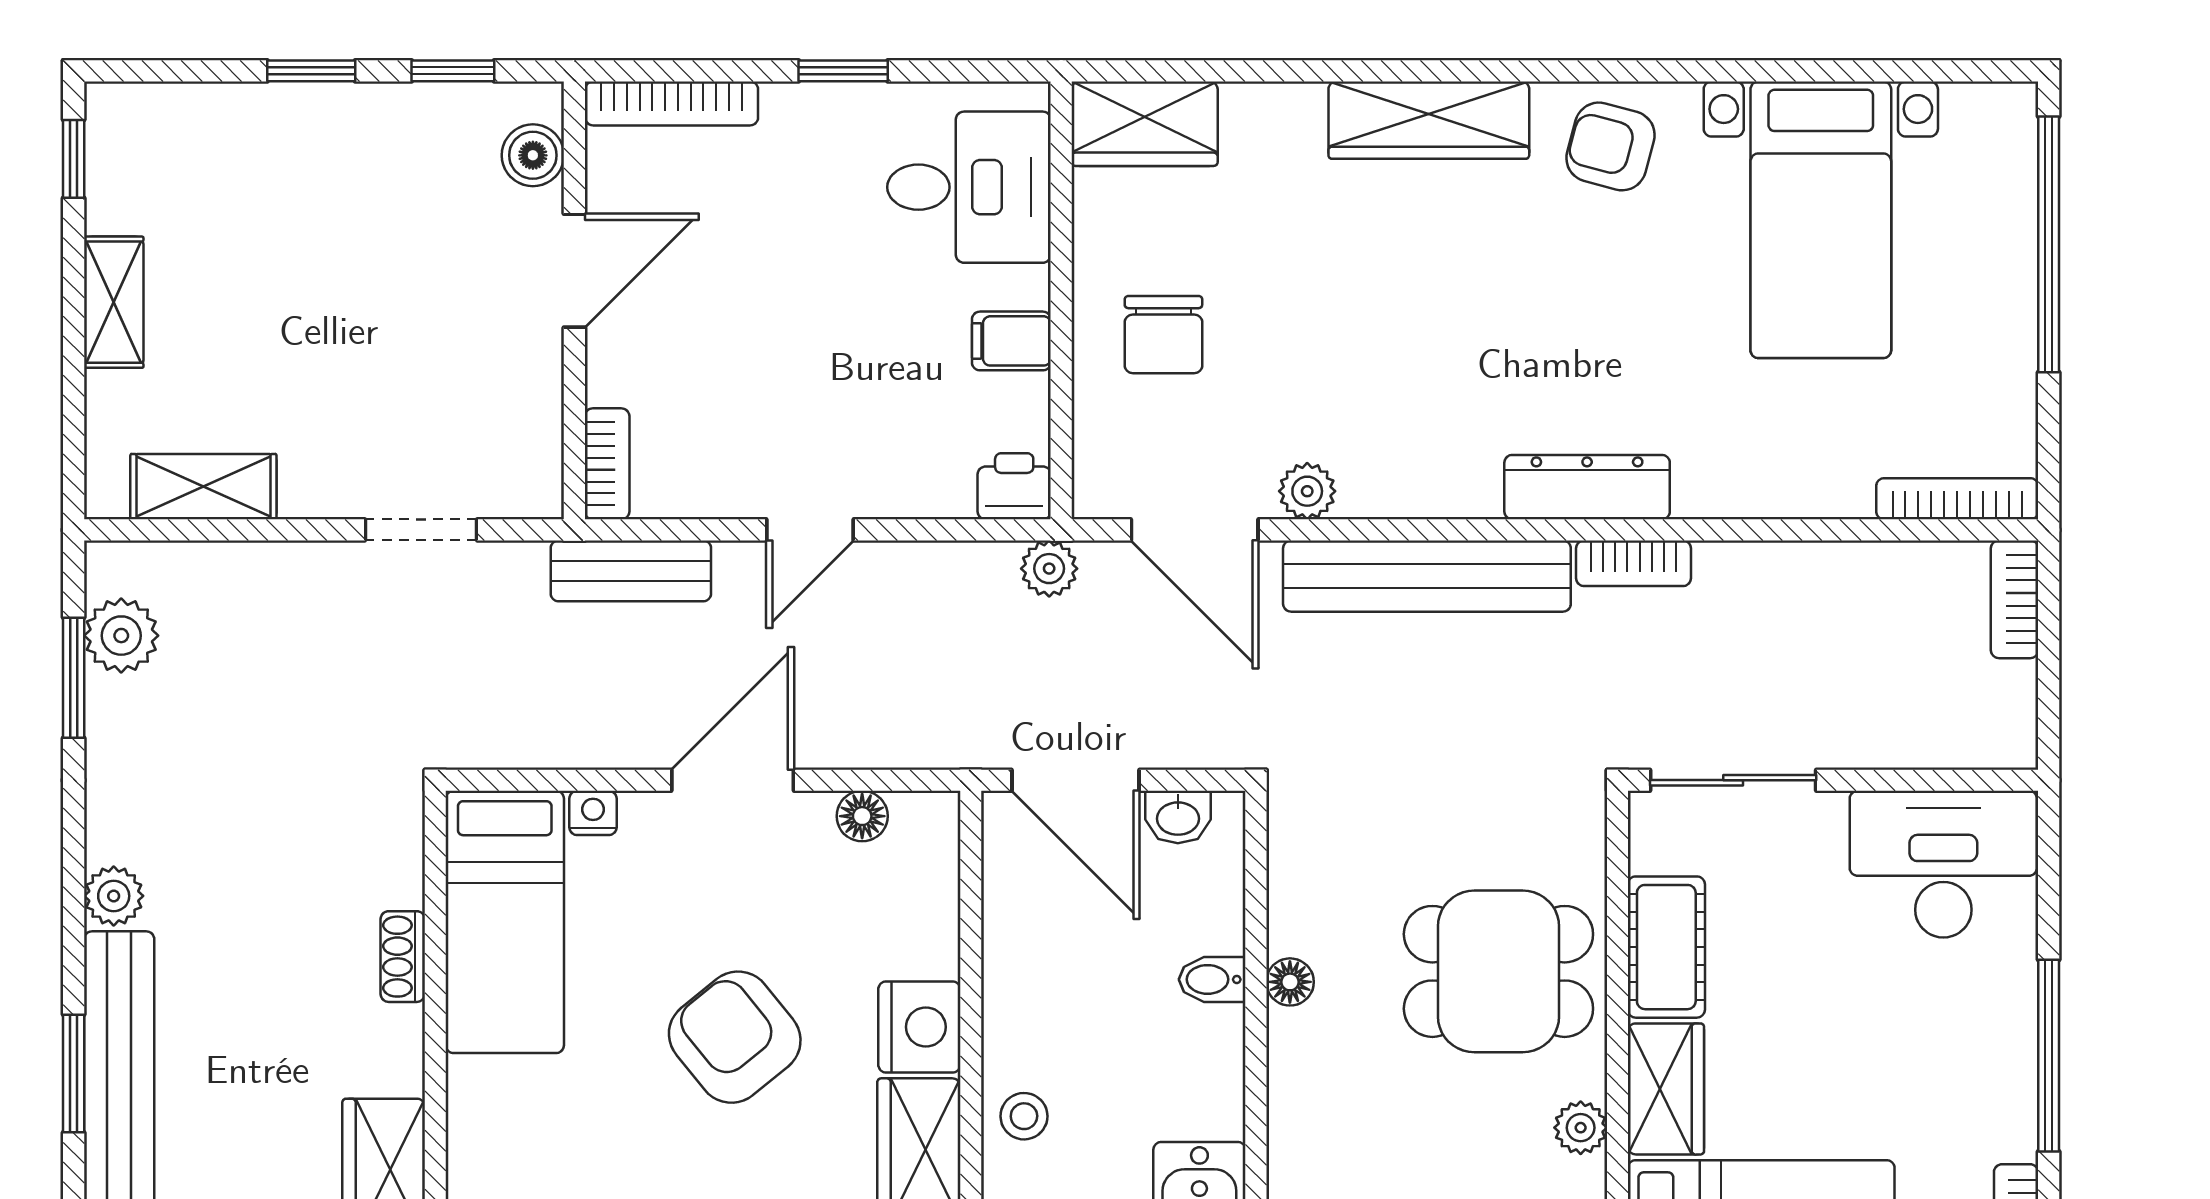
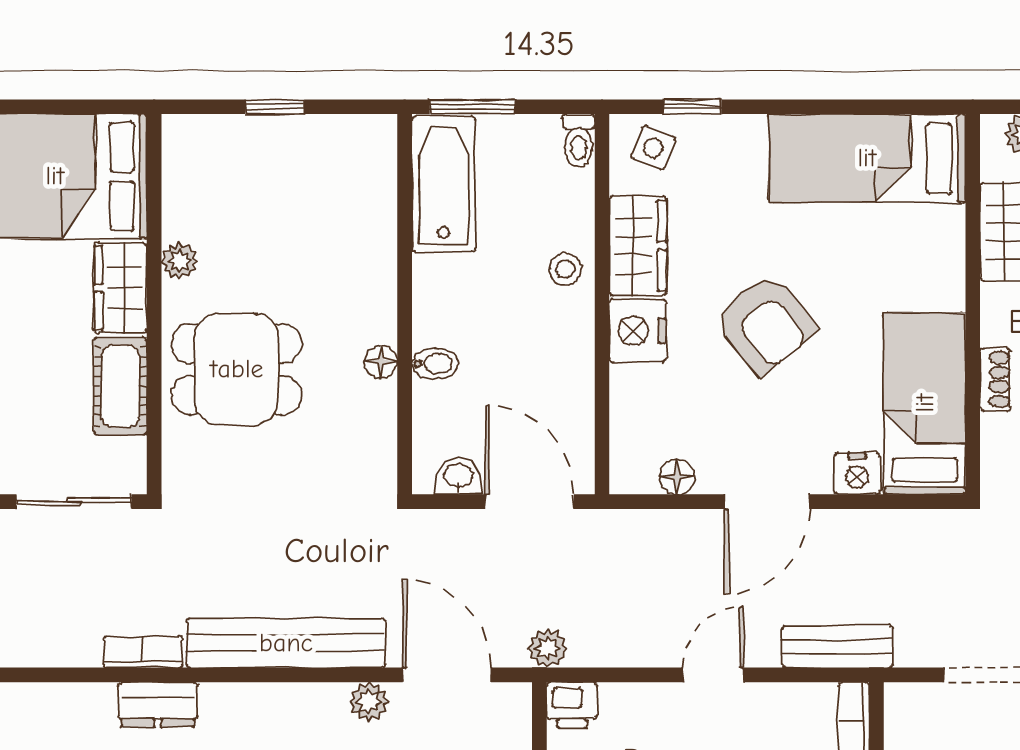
dresser: (1587, 487) -> (158, 705), width x0.70
nightstand: (593, 813) -> (857, 474), width x1.39, depth x1.35

